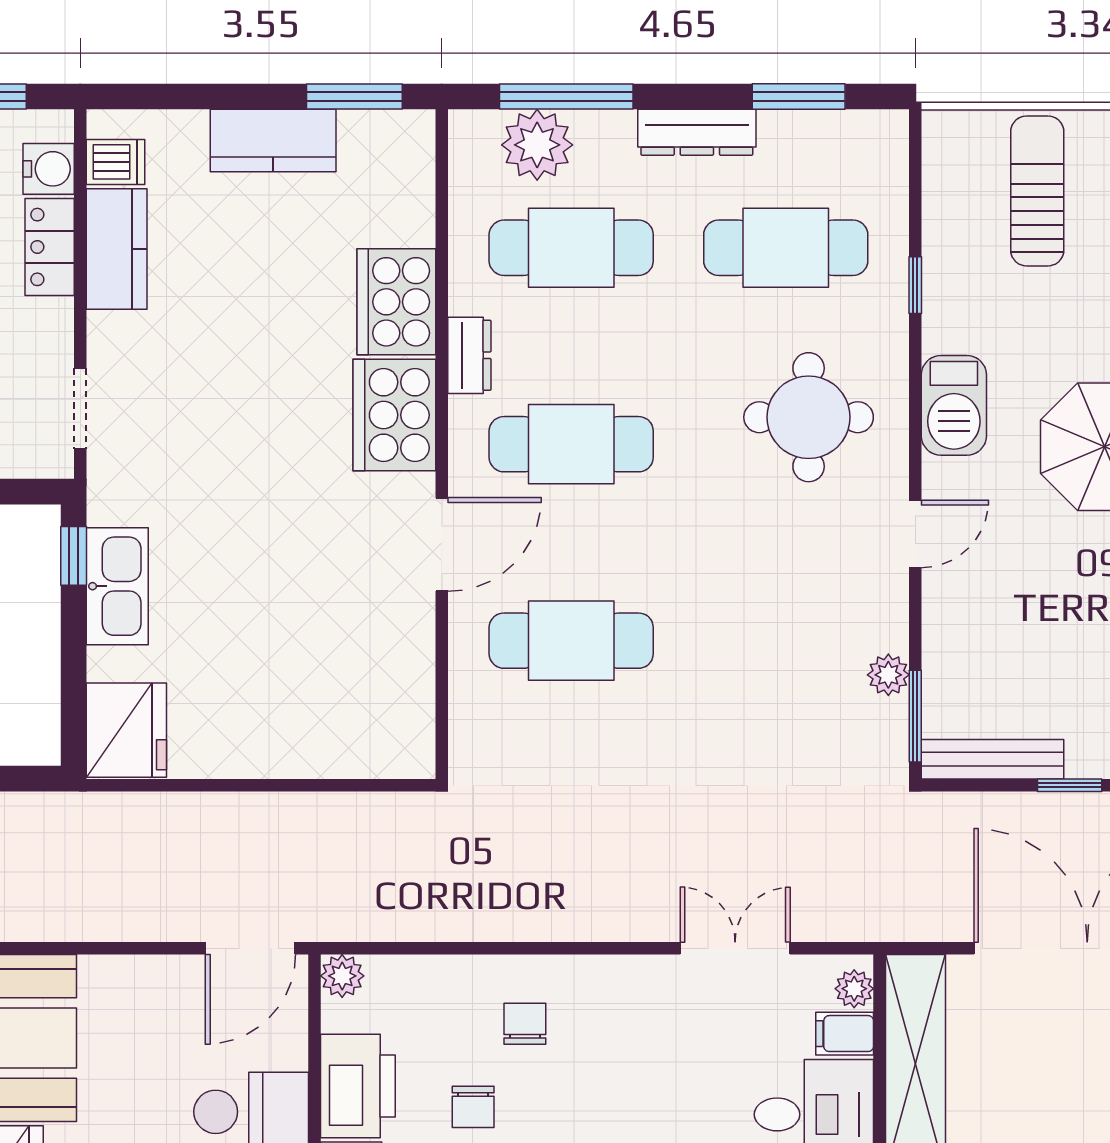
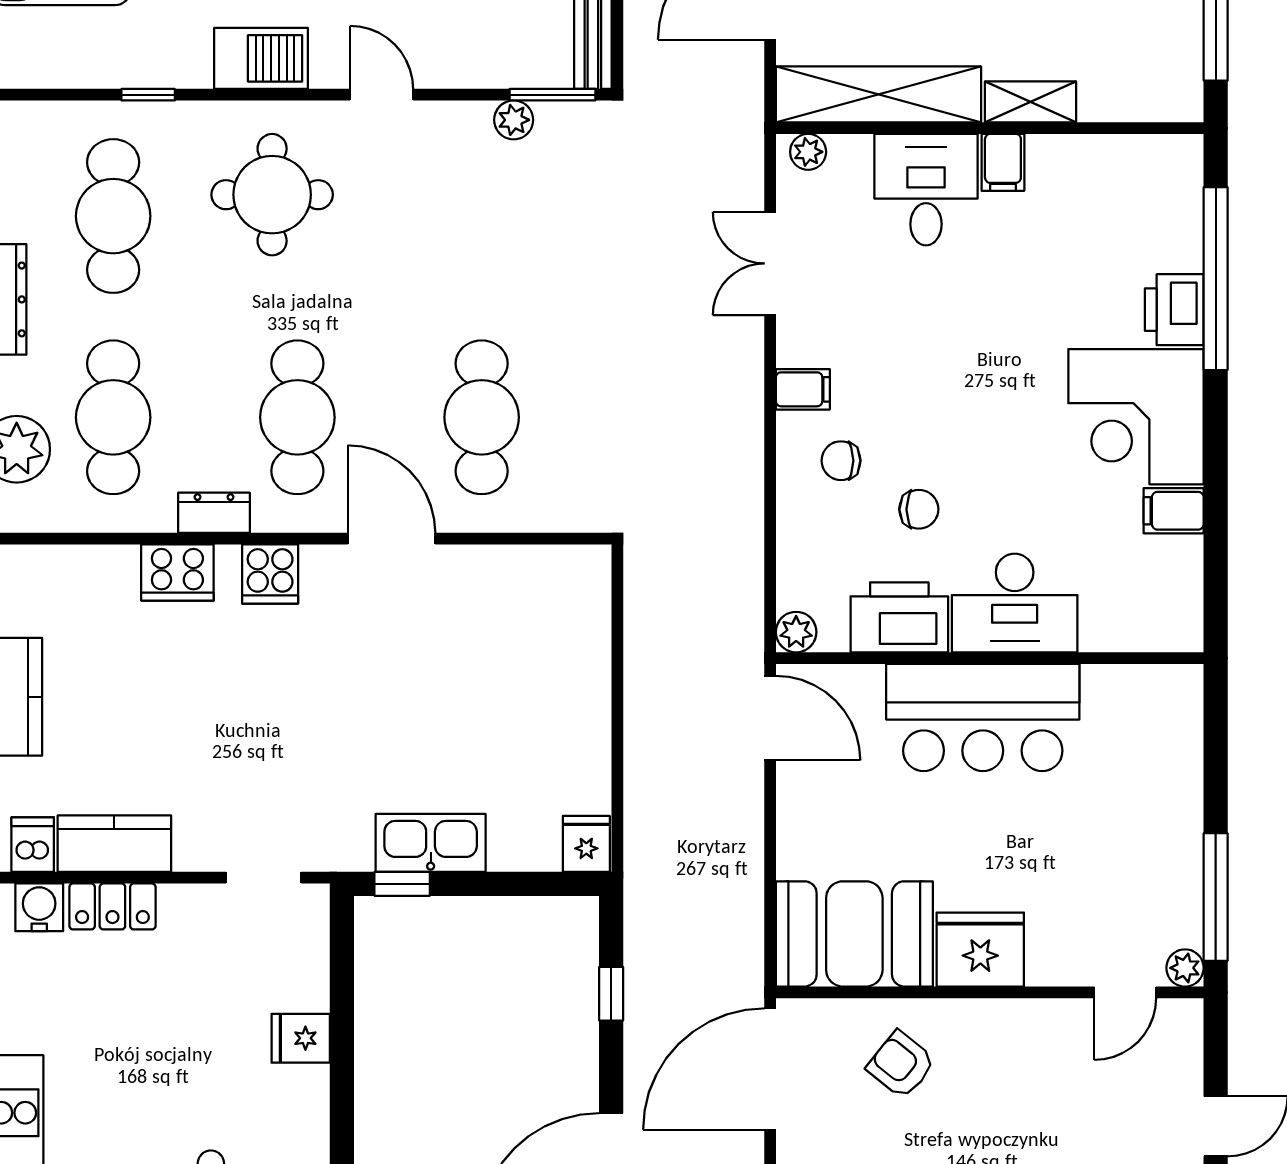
cooker: (396, 302) -> (177, 573), width x0.73, depth x0.76
cooker: (394, 415) -> (270, 574), width x0.53, depth x0.76
fridge: (126, 730) -> (586, 844), width x0.53, depth x0.75
filing cabinet: (845, 1034) -> (803, 389), moved, turned -90

